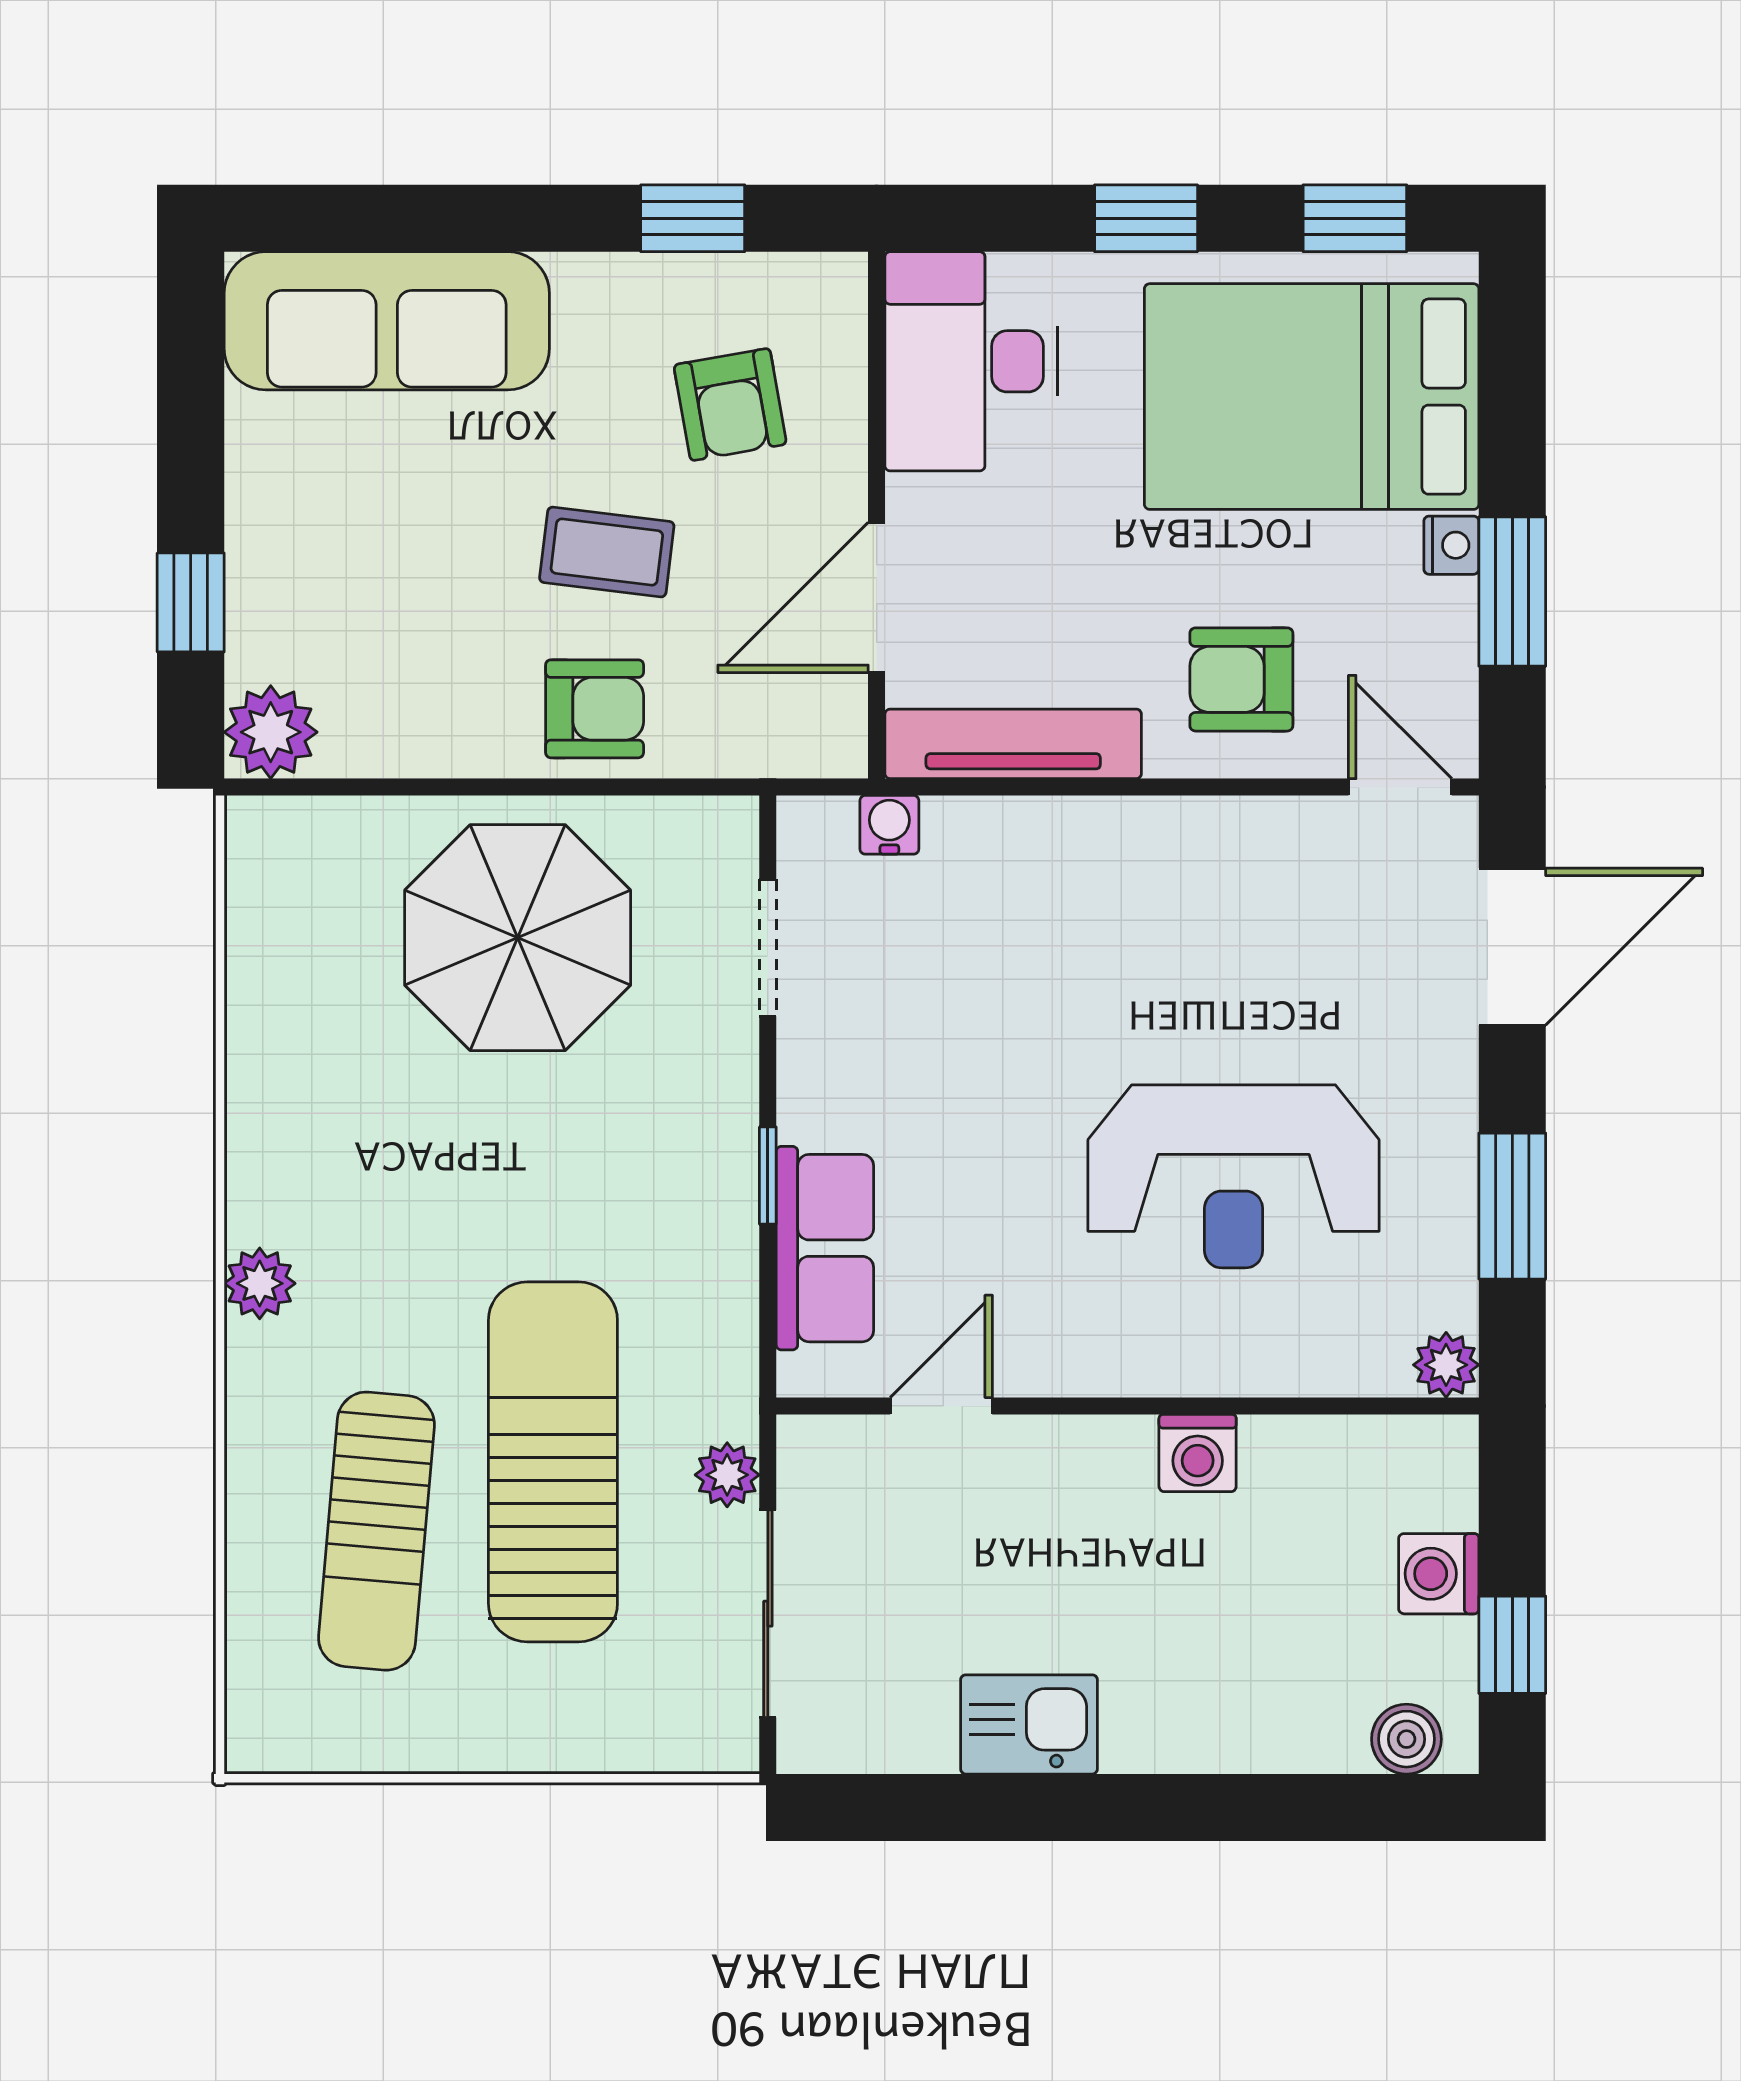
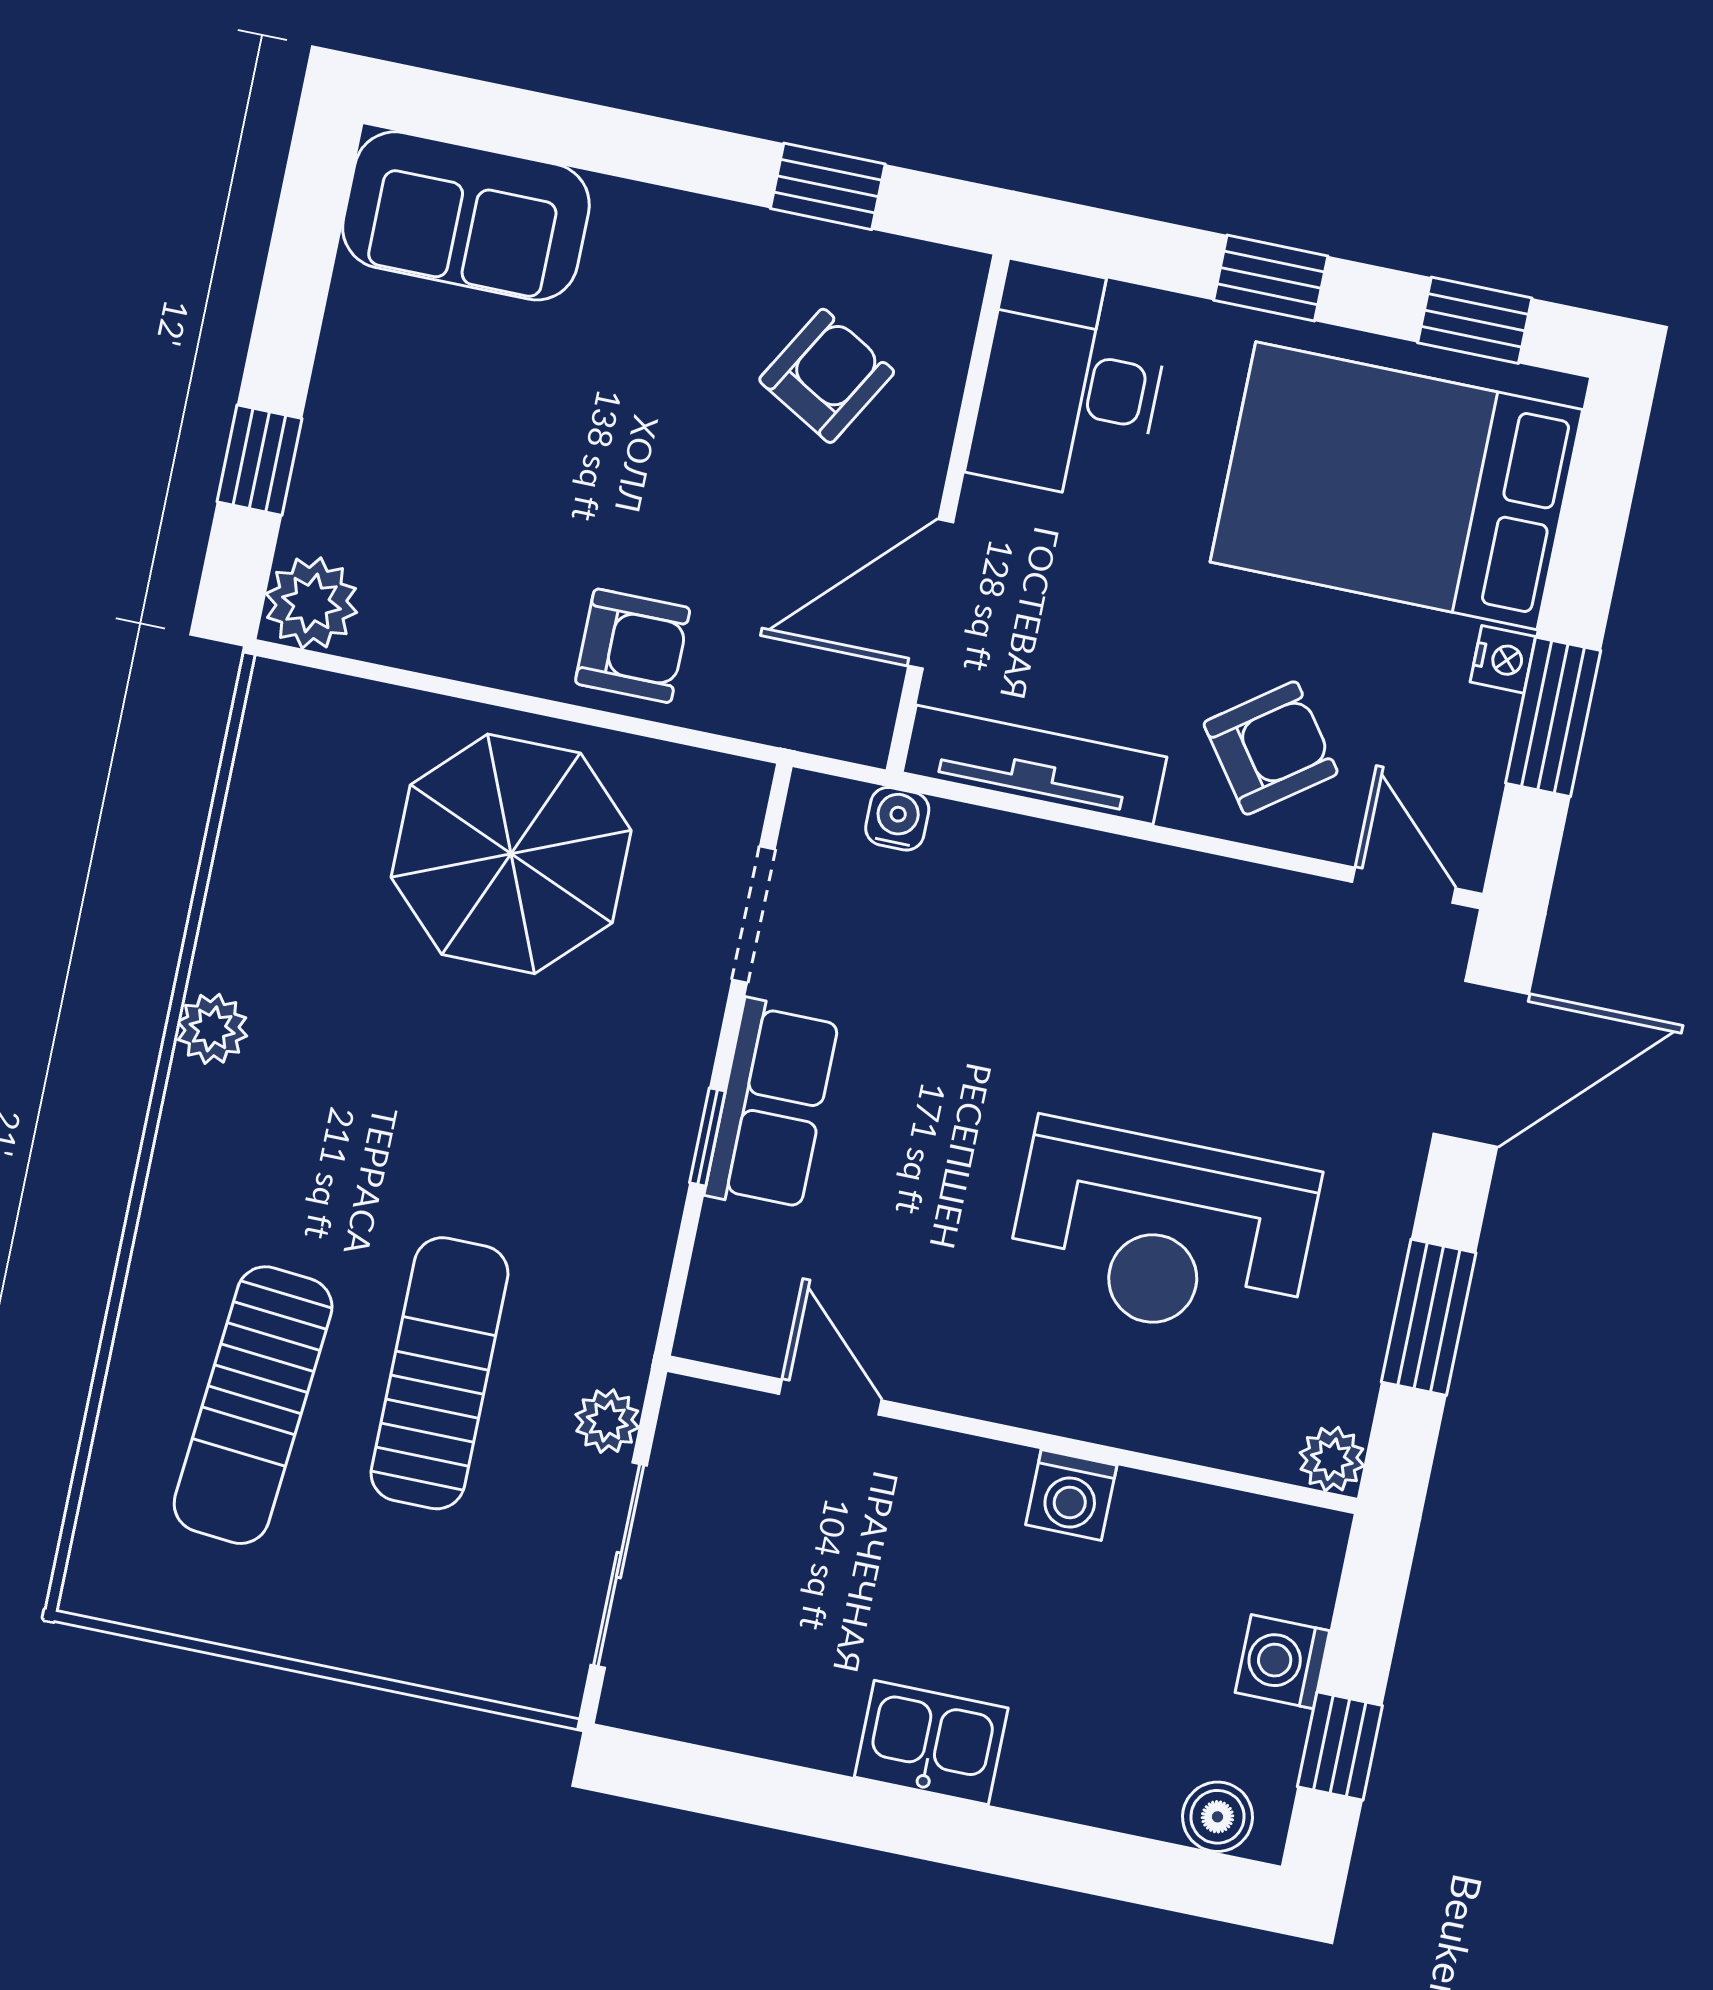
sofa: (387, 321) -> (466, 216), width x0.73
armchair: (730, 404) -> (827, 376), turned -140
coffee table: (607, 552) -> (676, 495), removed
armchair: (1241, 679) -> (1271, 748), turned 144
row of seats: (825, 1248) -> (772, 1106), moved
plant: (260, 1283) -> (212, 1029), moved
door: (941, 1406) -> (830, 1397), hinge flipped
sun lounger: (553, 1462) -> (440, 1373), width x0.73, depth x0.75
kitchen sink: (1029, 1724) -> (931, 1743), moved

